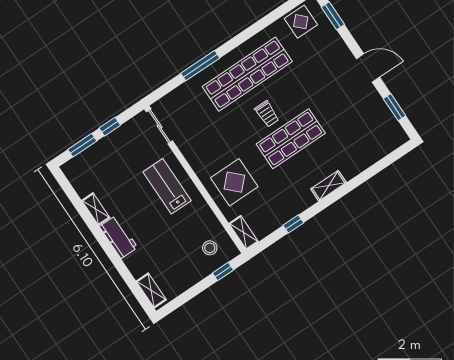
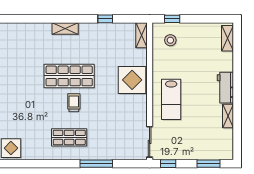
shop shelf: (247, 74) -> (69, 137), width x0.50, depth x0.74
window: (110, 127) -> (168, 164), moved
display table: (234, 182) -> (132, 80), moved

